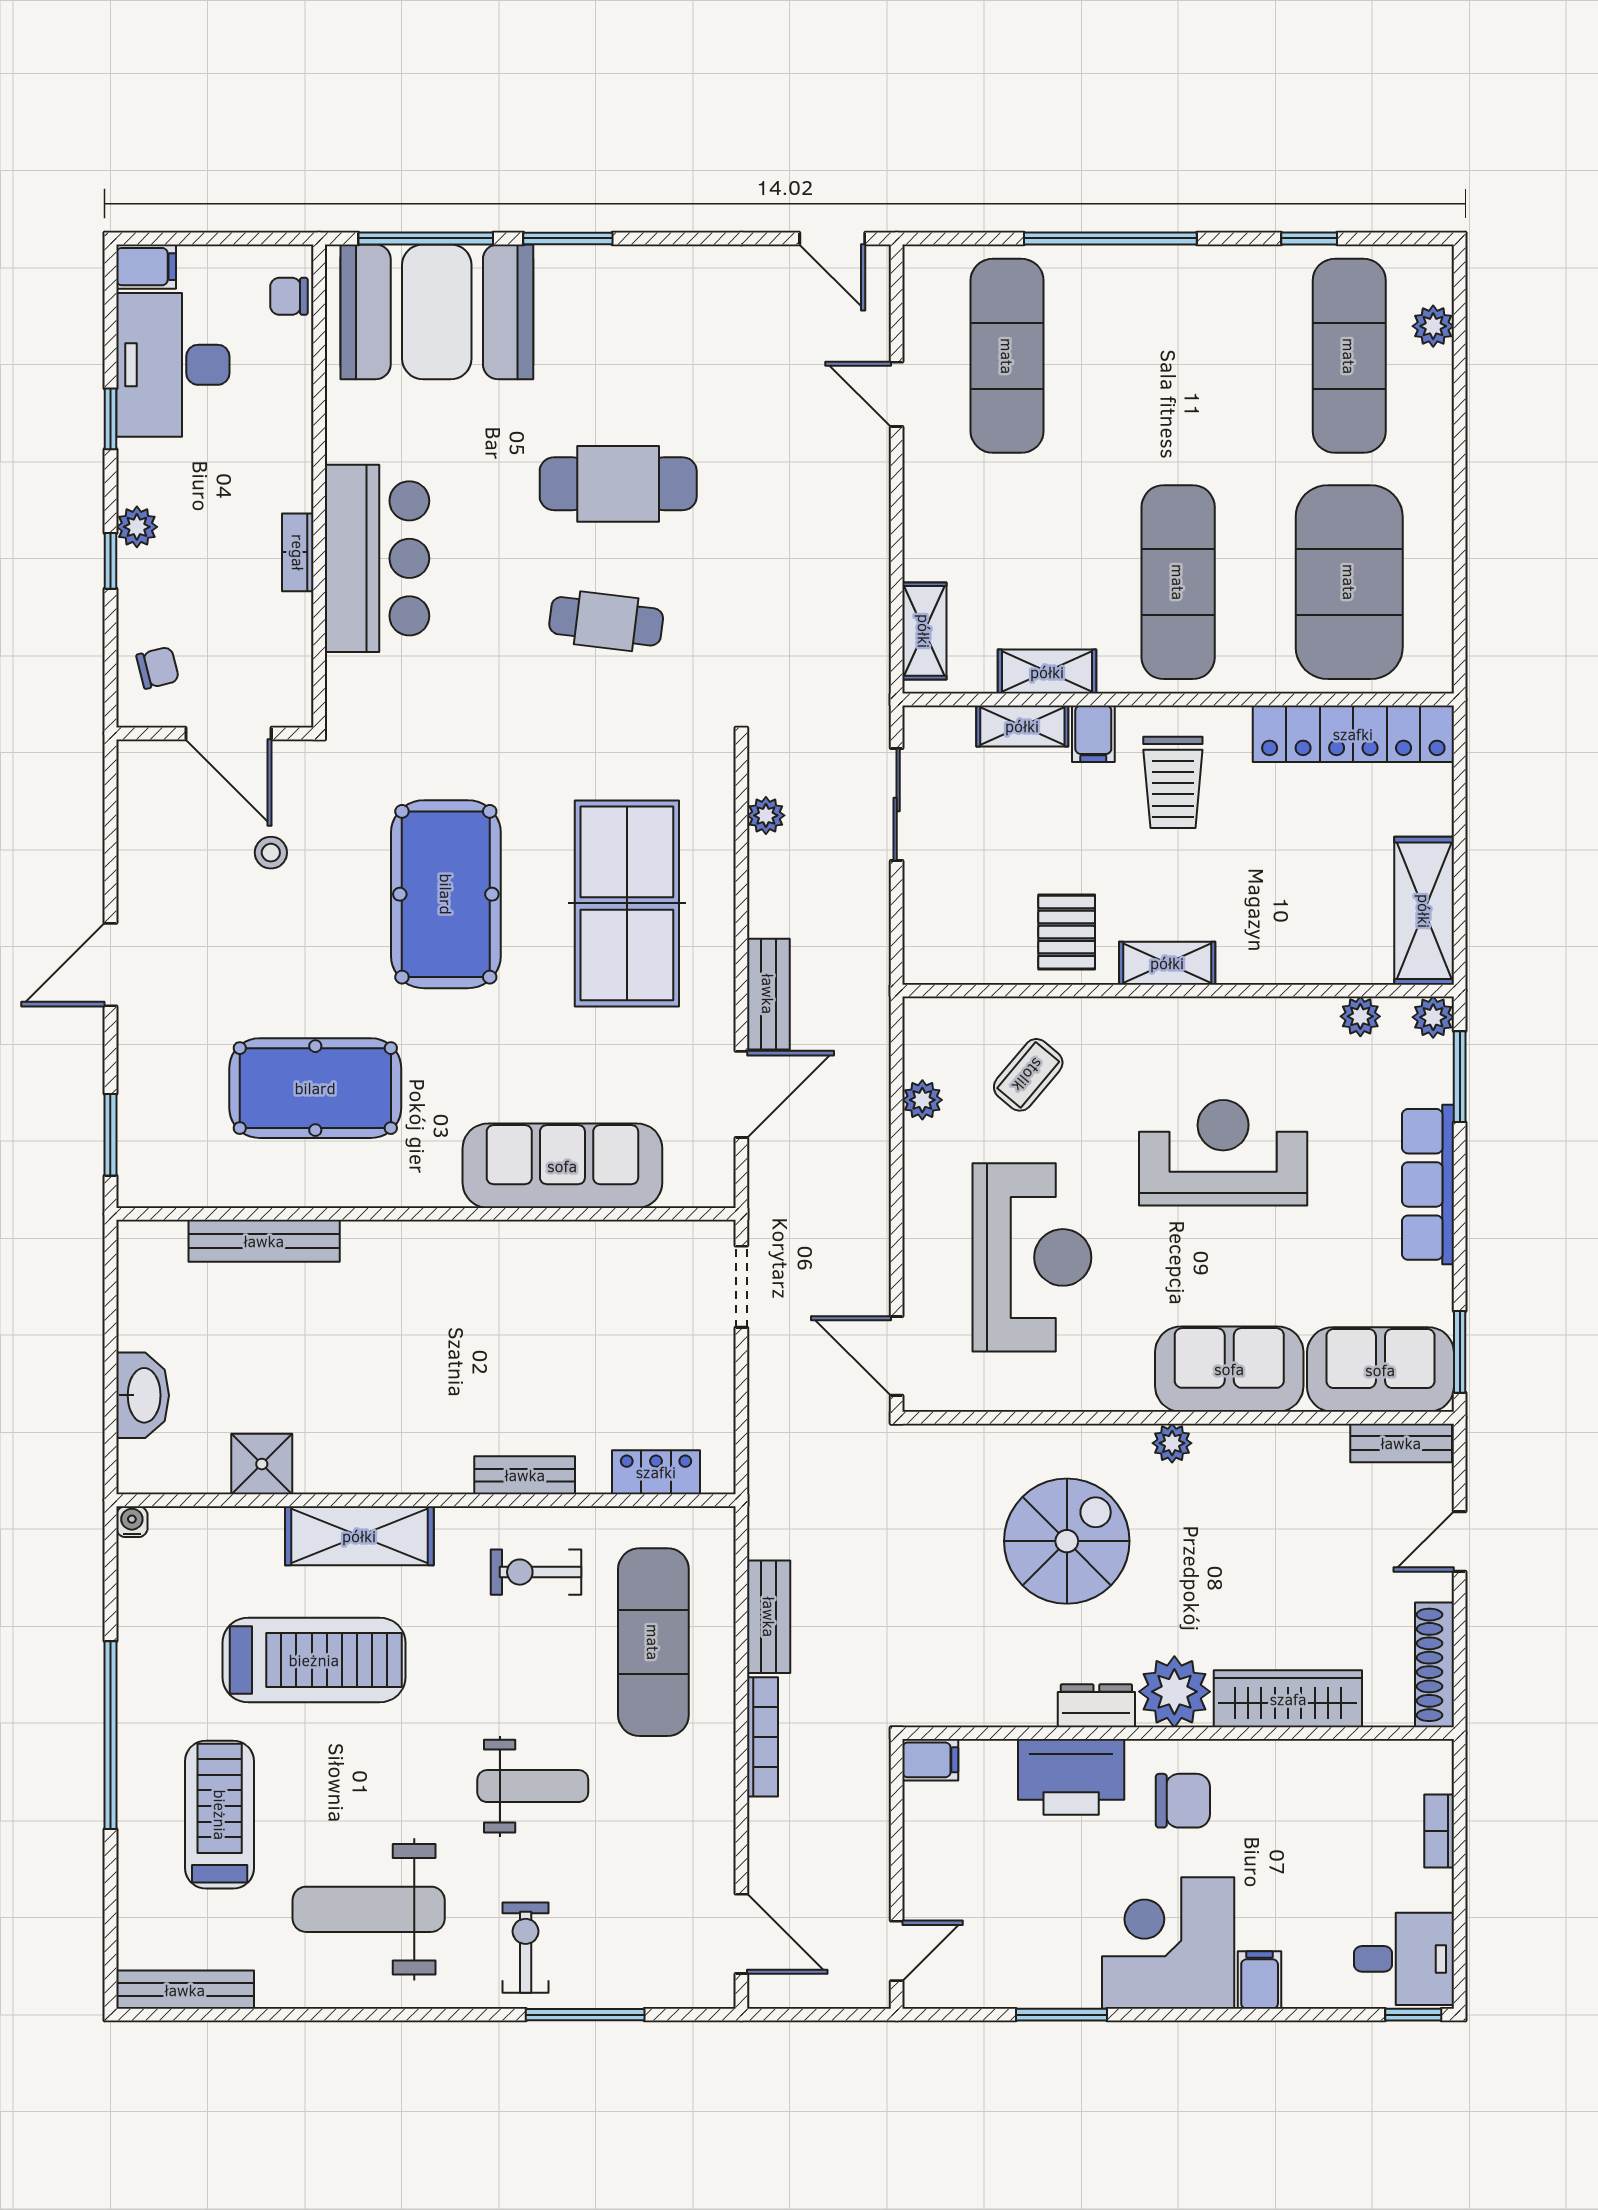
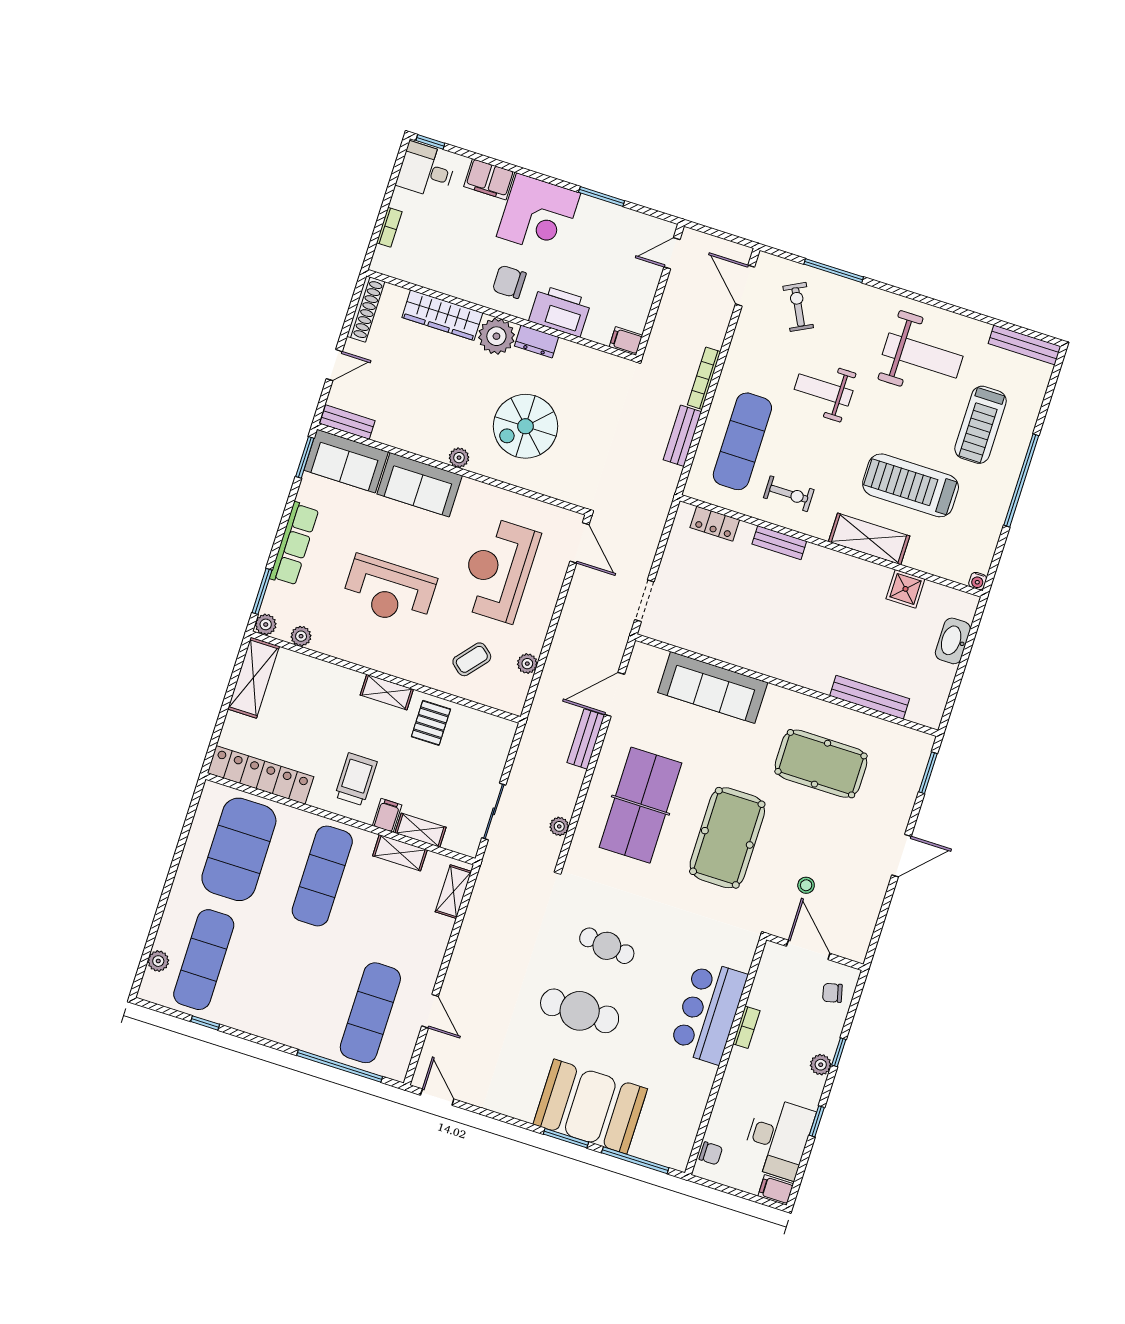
window: (1110, 238) -> (340, 1066), moved
booth: (437, 312) -> (590, 1107), moved
exercise bike: (526, 1948) -> (798, 307), moved, turned 153
filing cabinet: (1260, 1980) -> (489, 179), width x2.00

